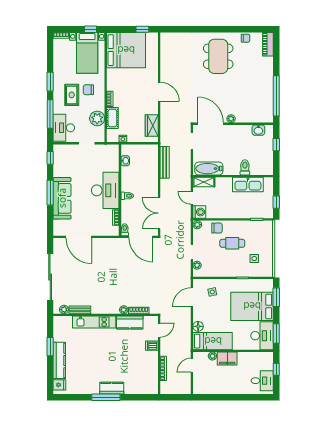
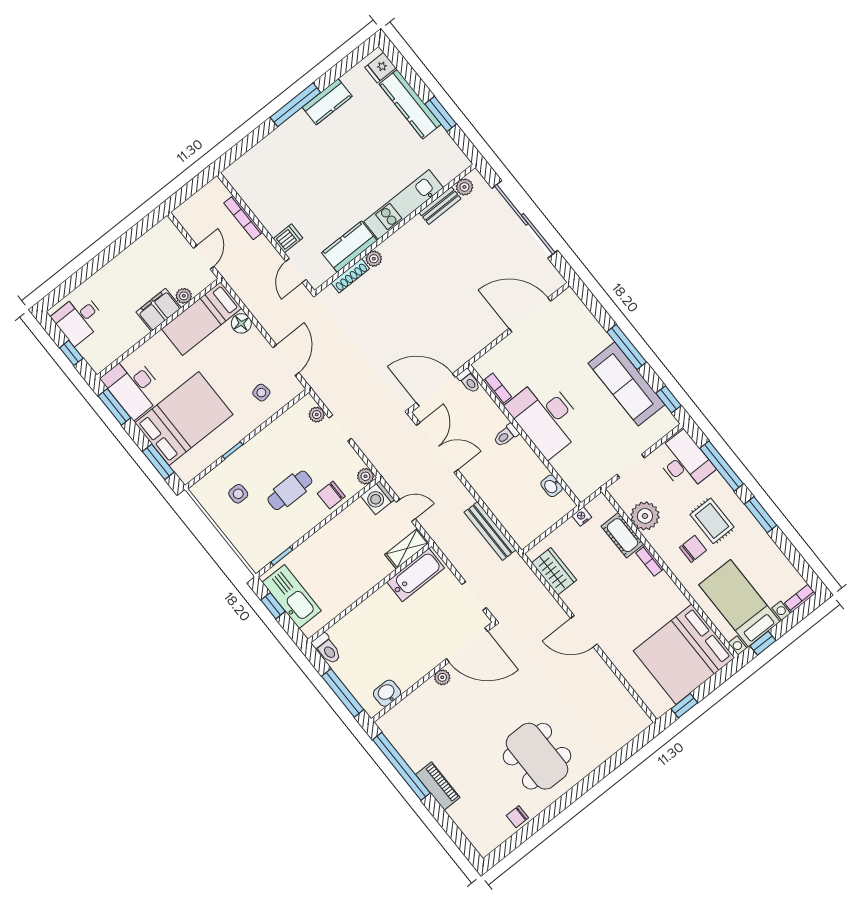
piano: (268, 44) -> (438, 786), moved
window: (276, 145) -> (343, 693), width x2.17
toilet: (245, 167) -> (327, 649), moved
kitchen sink: (248, 185) -> (292, 597), moved, turned 90
sofa: (62, 198) -> (627, 384), moved
kitchen counter: (112, 388) -> (327, 102), moved

